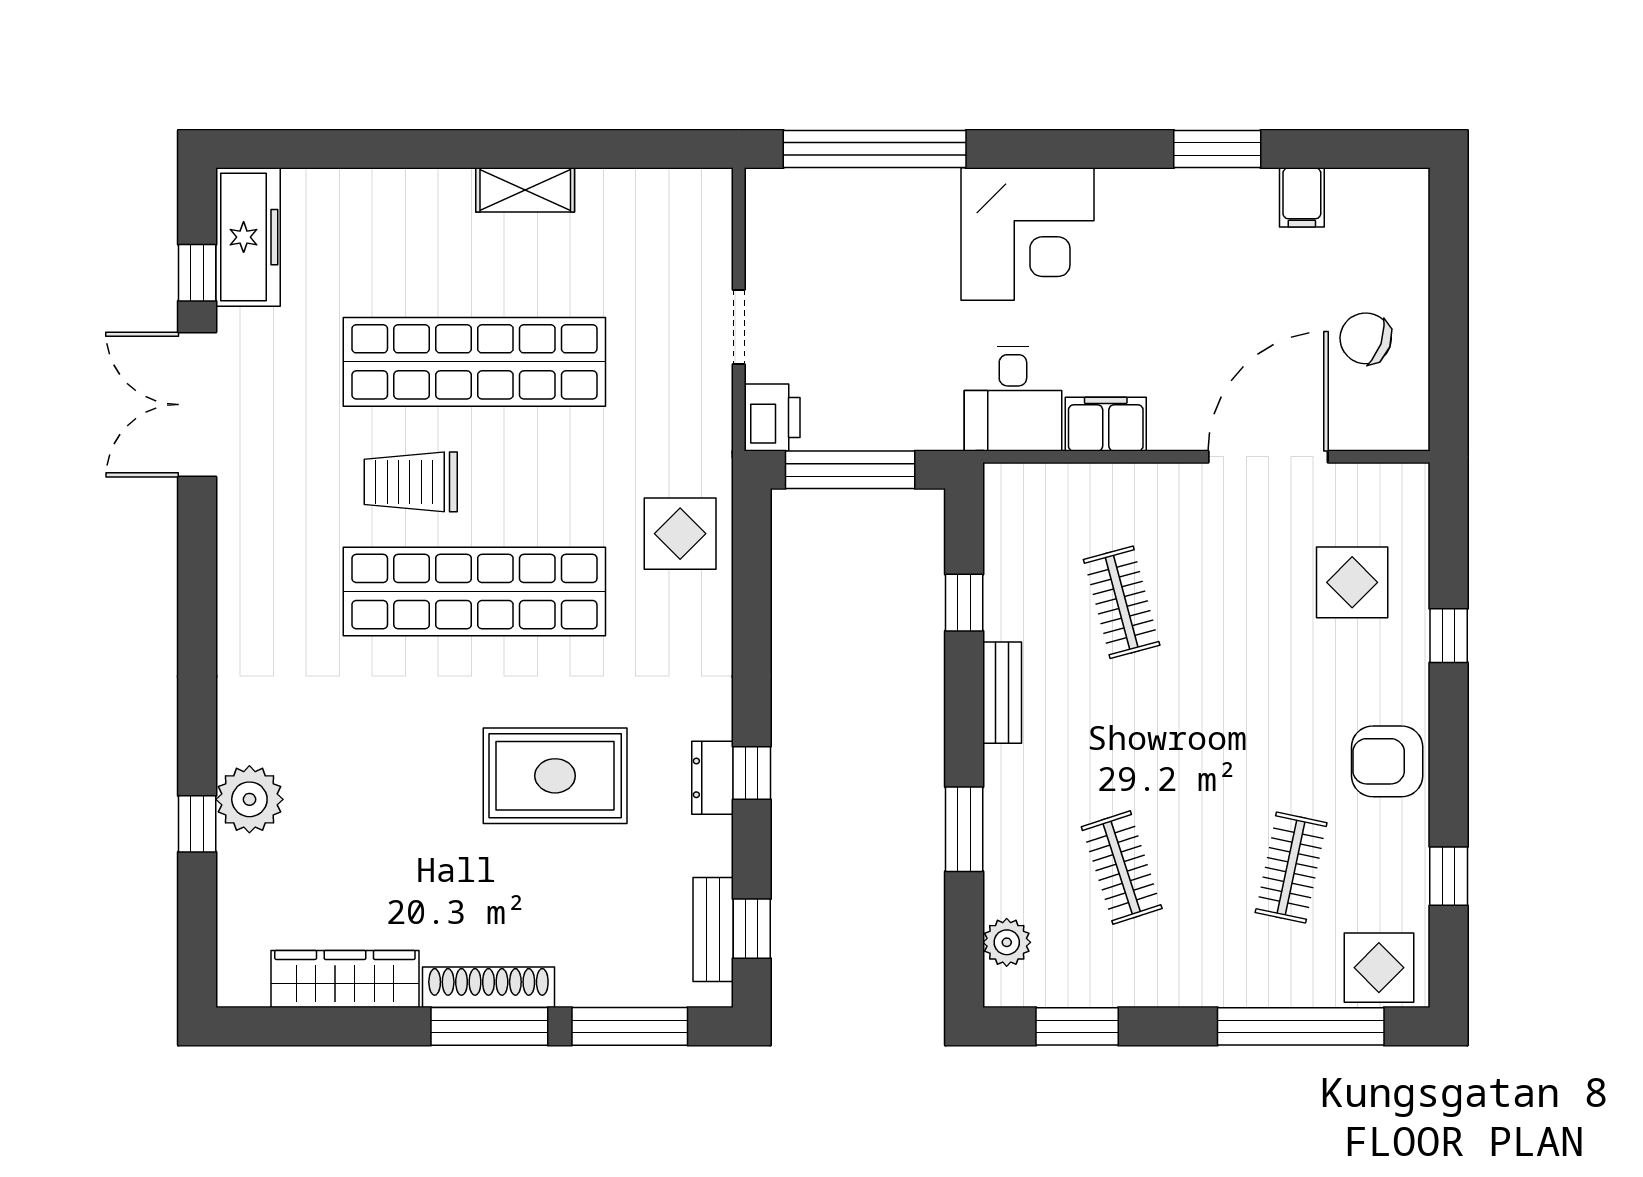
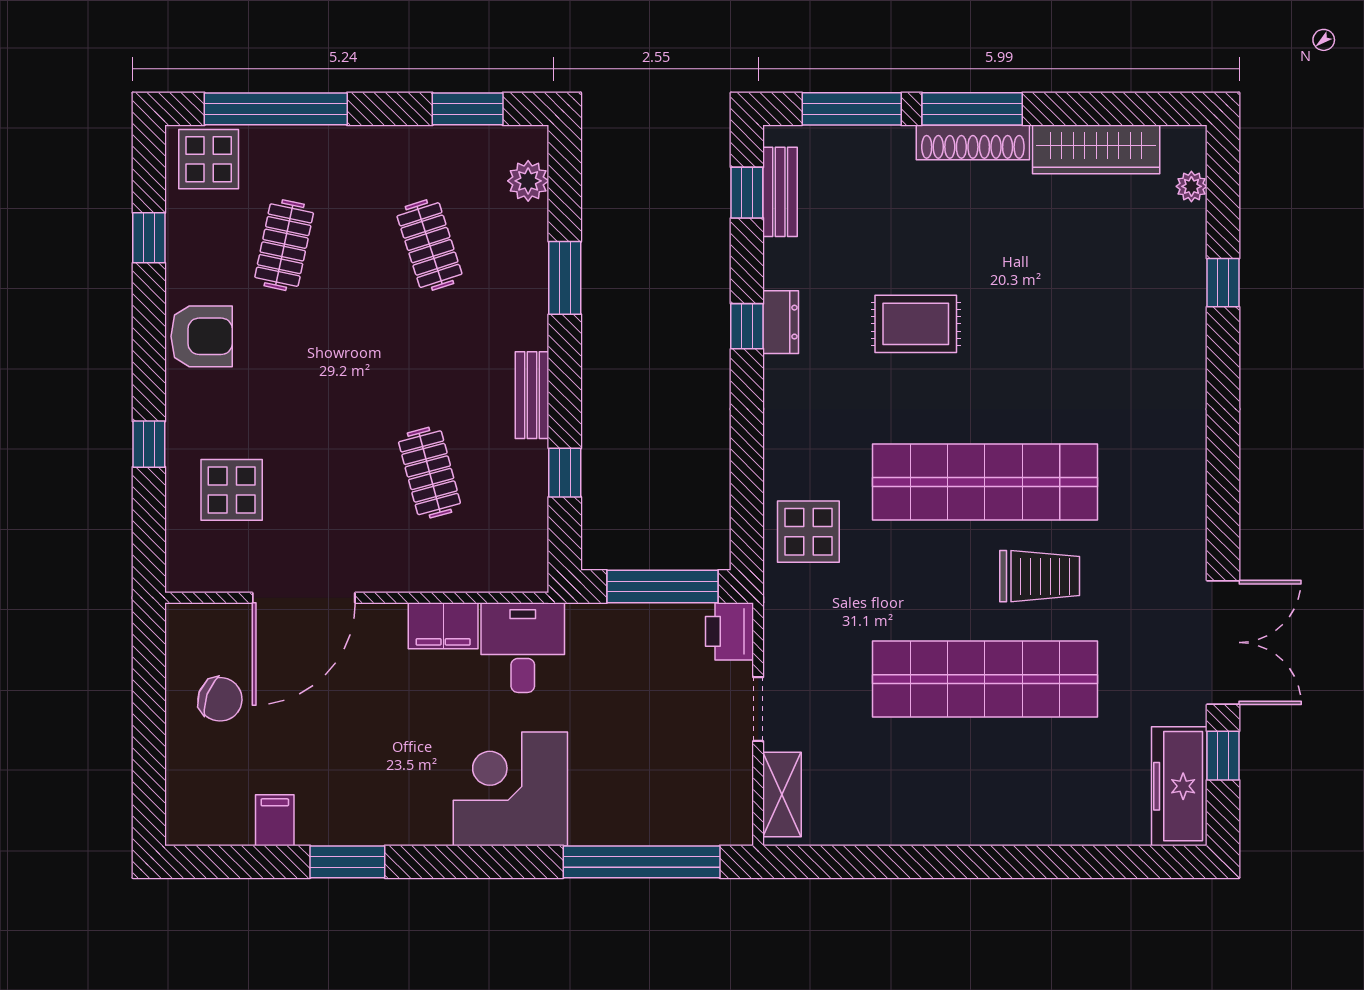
shelving: (525, 190) -> (782, 794), moved, turned 90
rug: (555, 776) -> (916, 324), width x0.73, depth x0.70
plant: (249, 799) -> (1191, 186), moved, width x0.53, depth x0.53

